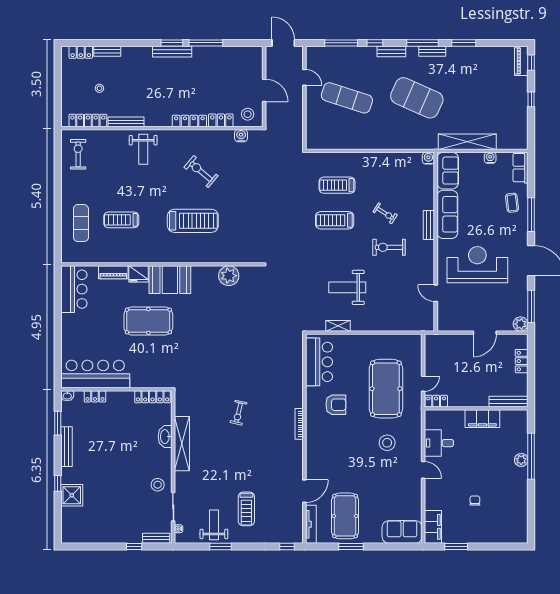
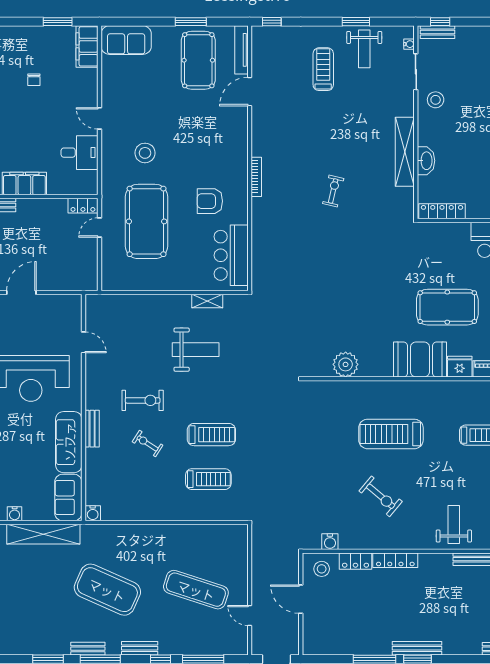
window: (134, 547) -> (440, 22), moved

